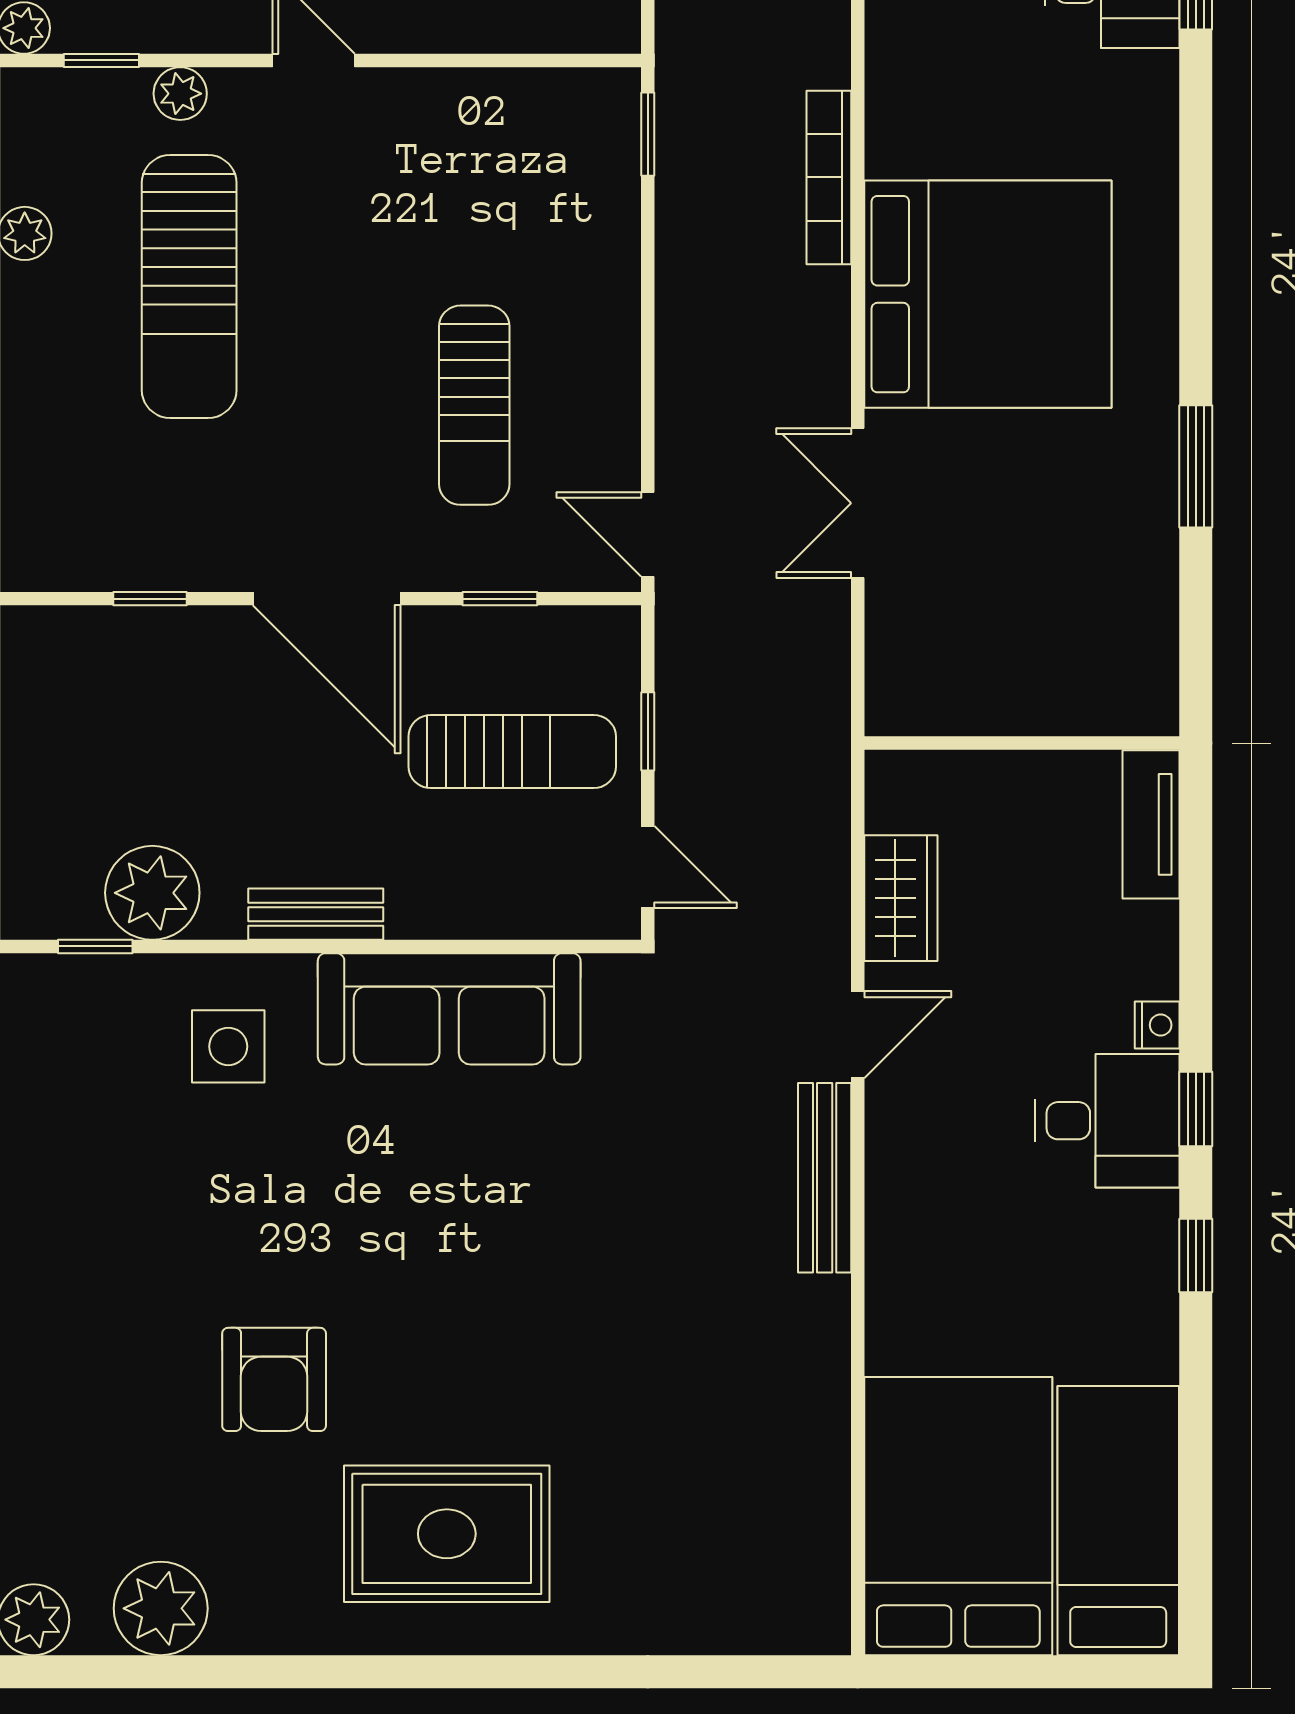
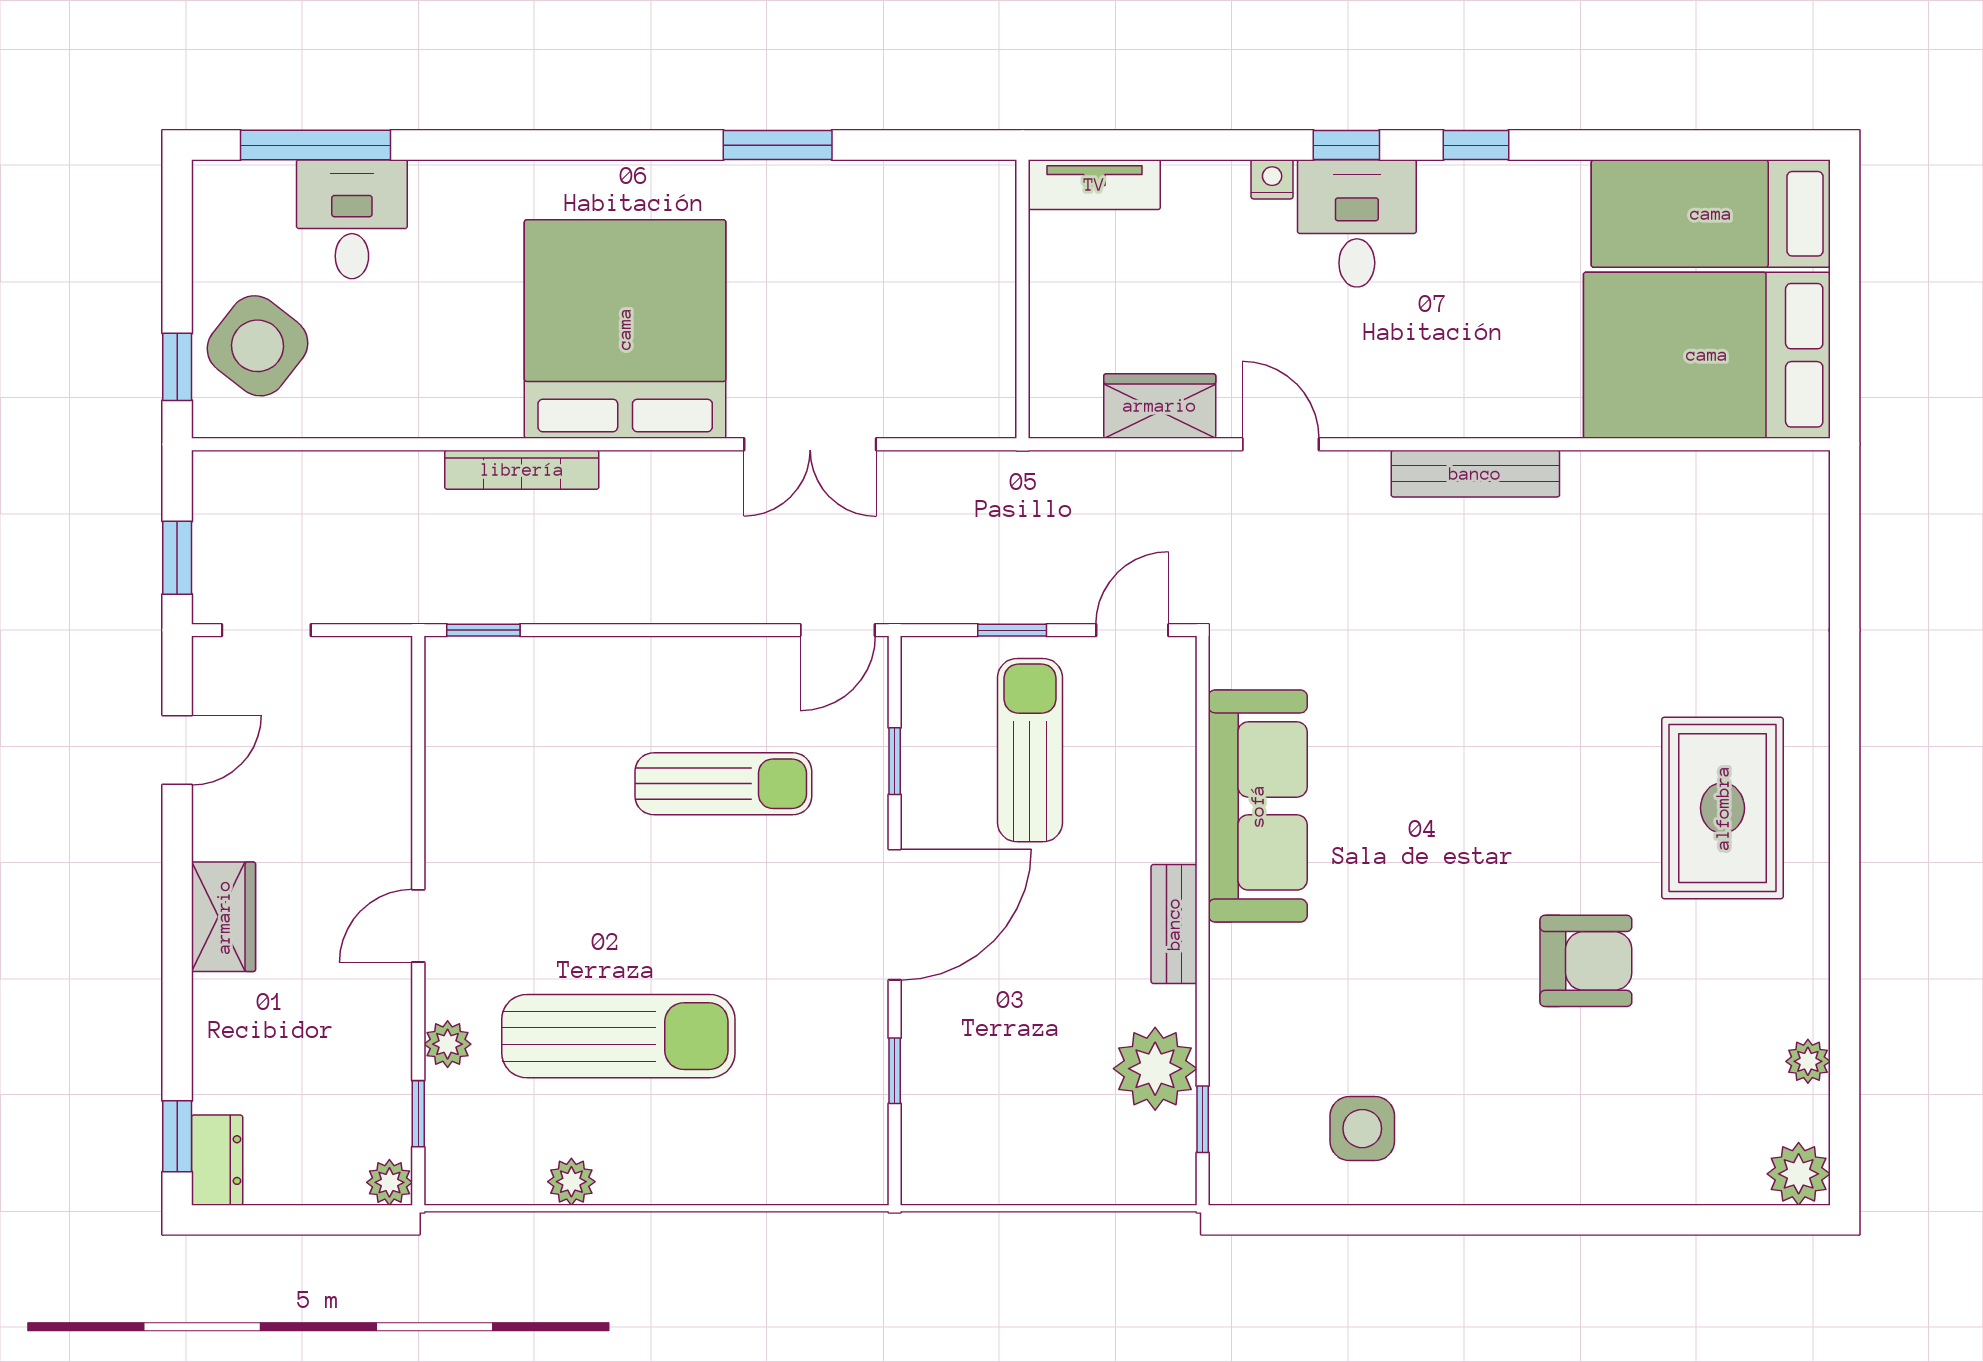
side table: (228, 1046) -> (1362, 1129), moved
bench: (825, 1178) -> (1475, 474), moved
plant: (161, 1608) -> (1808, 1061), width x0.53, depth x0.53

